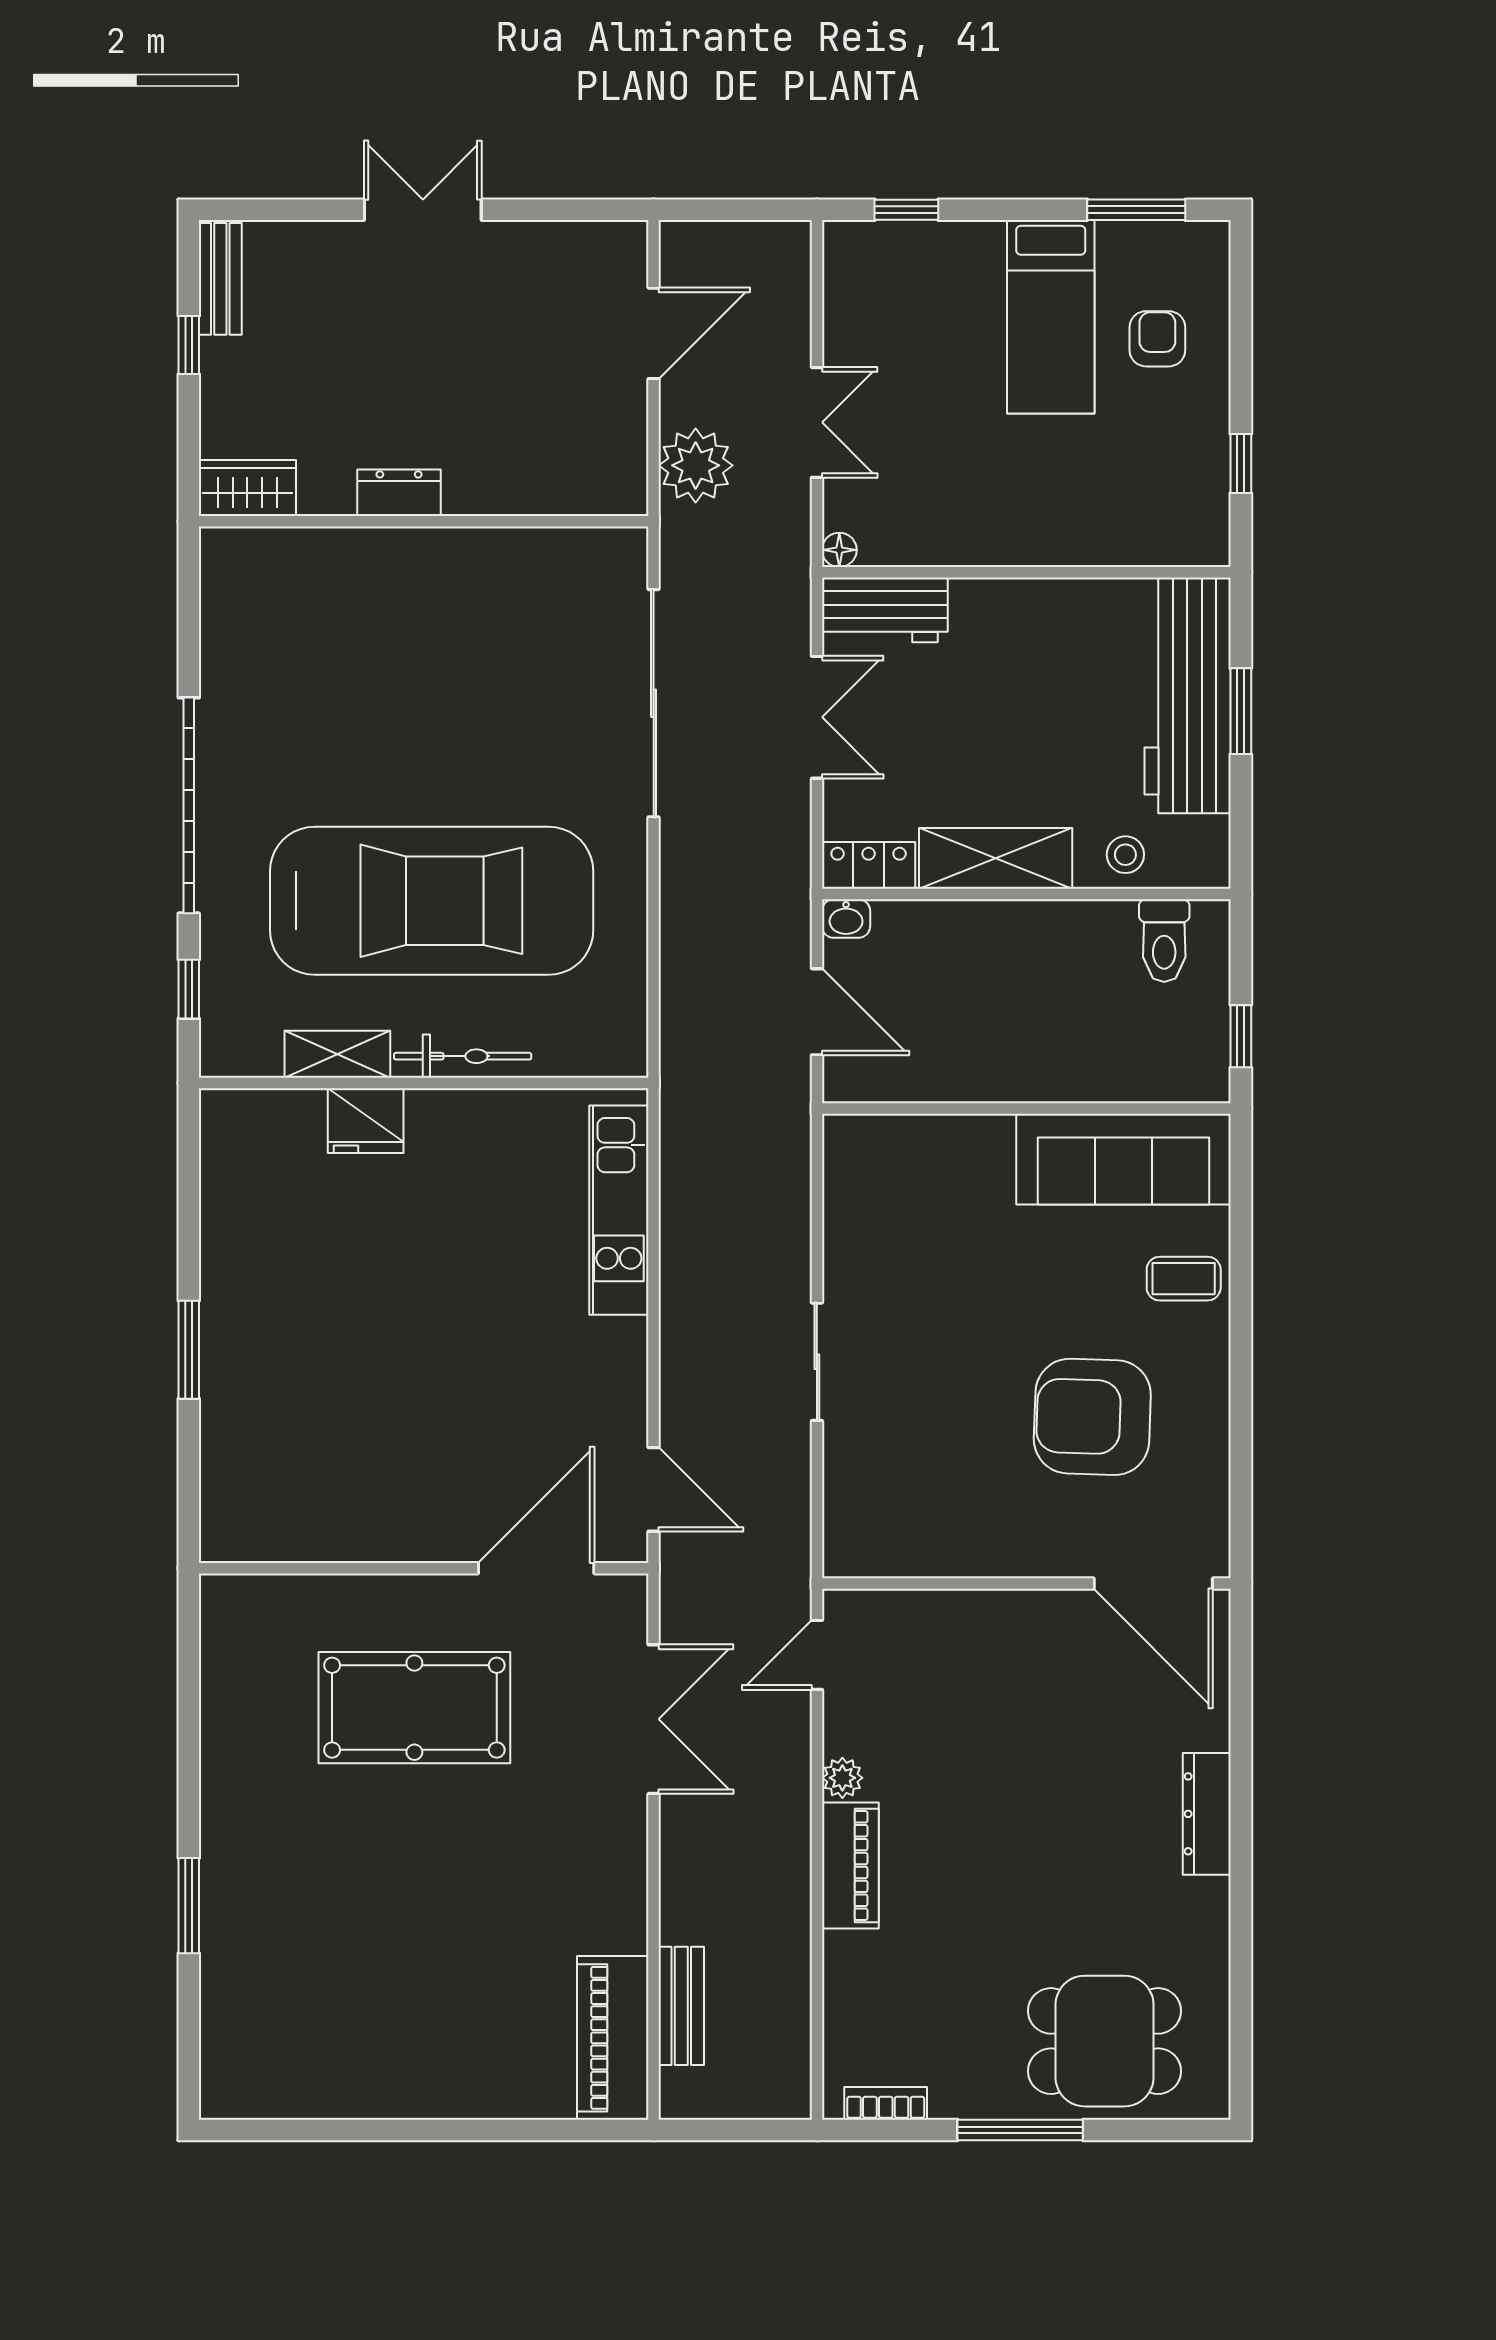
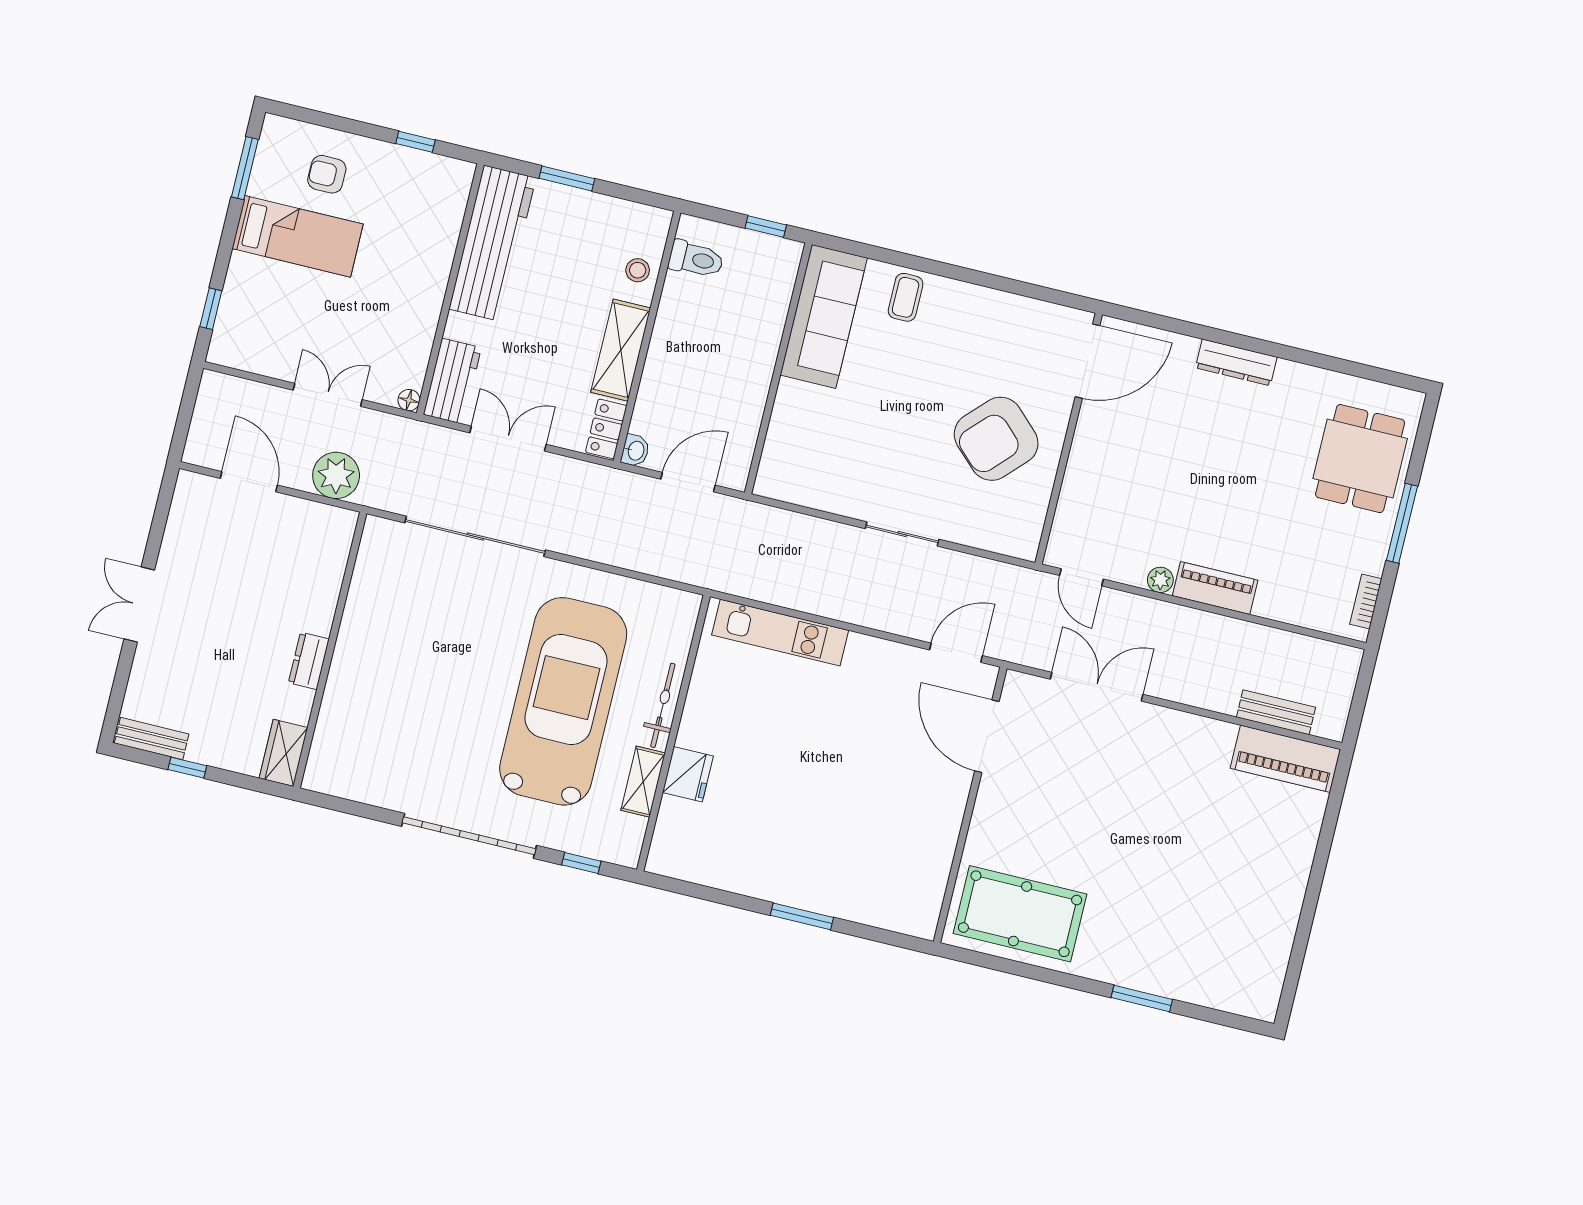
workbench: (1188, 695) -> (492, 243), moved, turned -90
armchair: (1092, 1417) -> (996, 439), moved, turned 42
pool table: (414, 1708) -> (1020, 914), moved, turned 90

